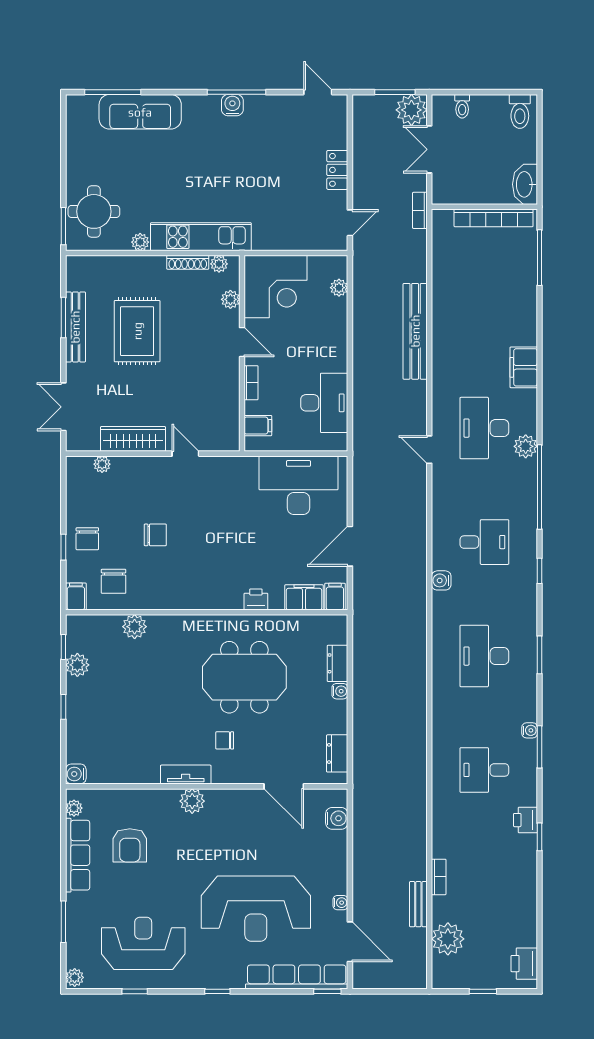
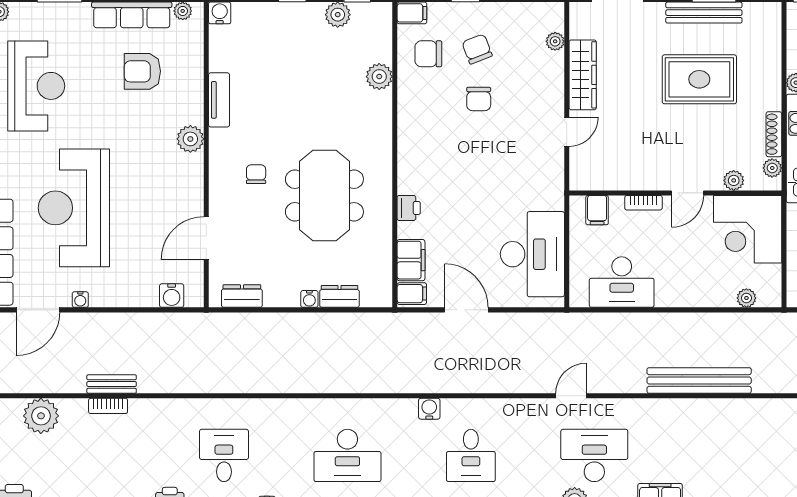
chair: (87, 539) -> (477, 49), moved, turned 69
desk: (484, 656) -> (347, 455), turned 180
tv unit: (186, 775) -> (219, 100), moved
bench: (418, 904) -> (112, 384), moved

